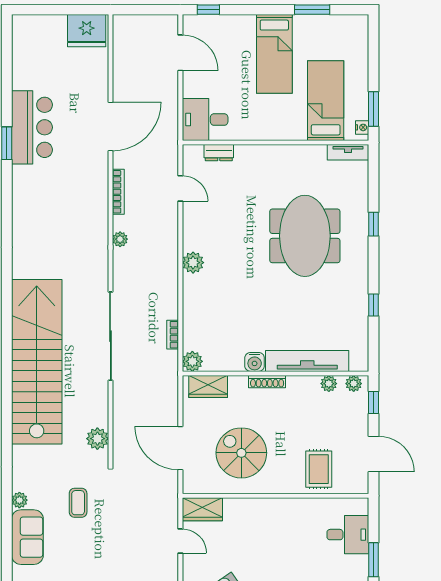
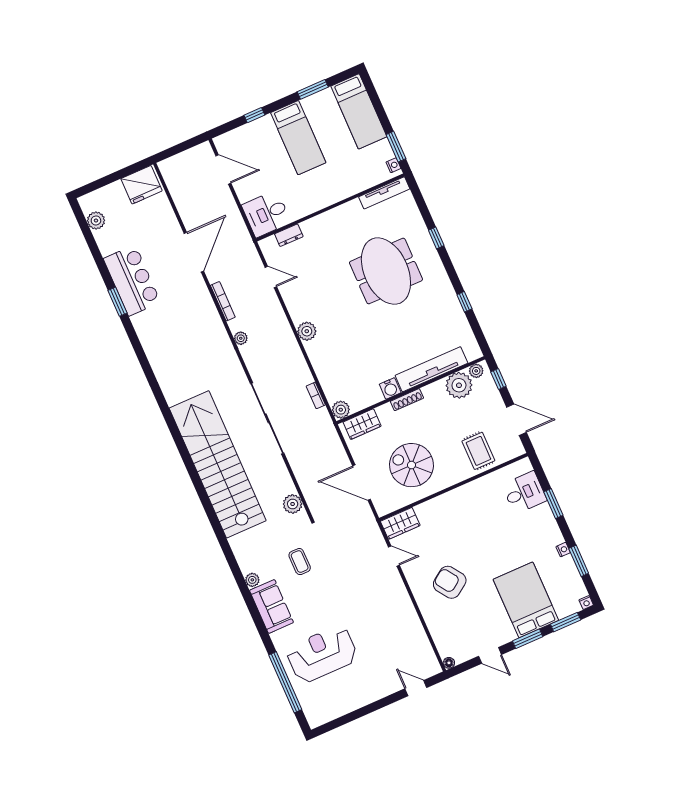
window: (208, 10) -> (254, 115), moved
plant: (22, 47) -> (96, 221), added
bed: (326, 101) -> (359, 111), moved, turned 180
tv unit: (348, 152) -> (384, 193), width x1.41
plant: (329, 384) -> (459, 385), width x1.88, depth x1.88

